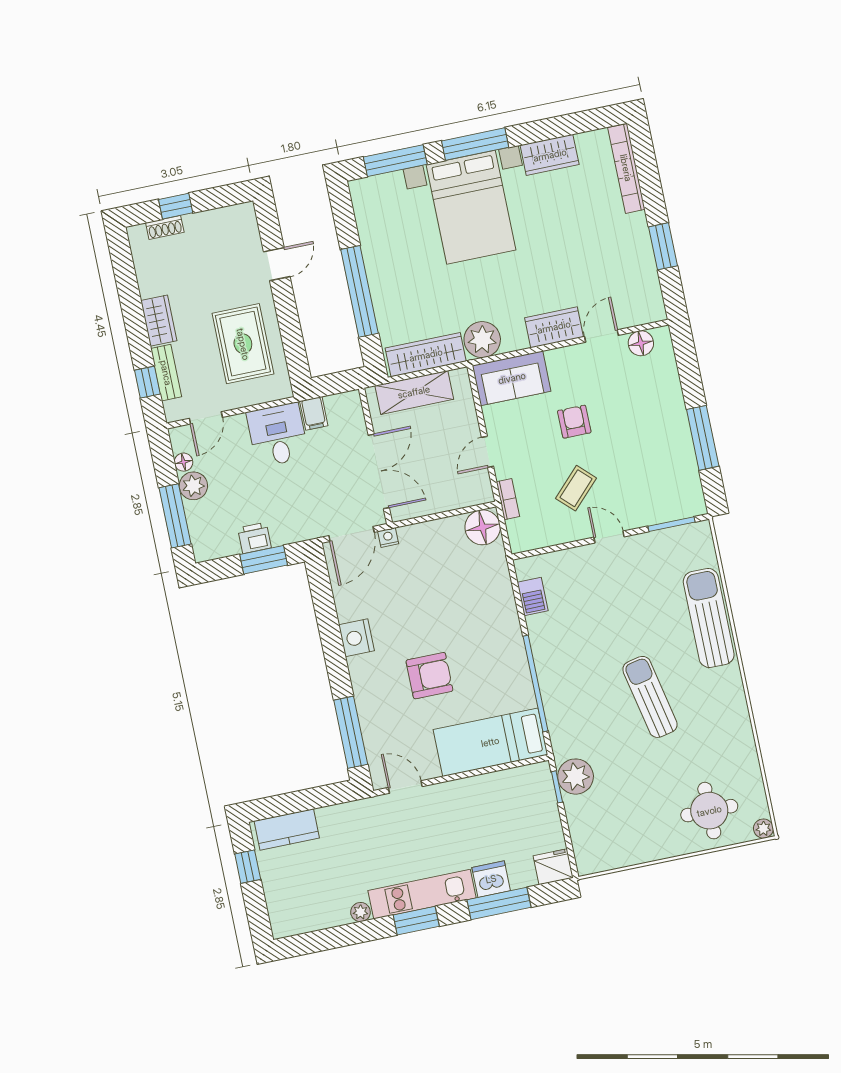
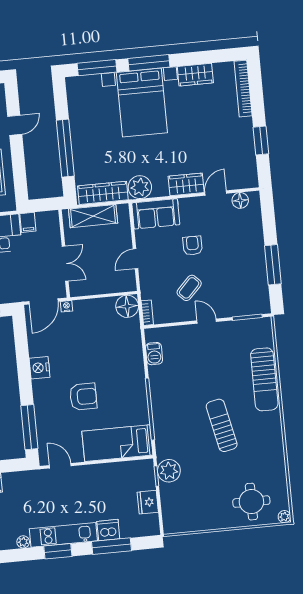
double door: (379, 471) -> (65, 264), width x0.73
bookcase: (508, 499) -> (147, 313), moved
sun lounger: (709, 618) -> (264, 379), turned 180
fridge: (553, 867) -> (148, 502), moved, turned -90

